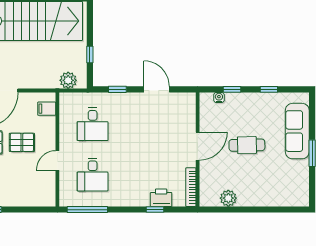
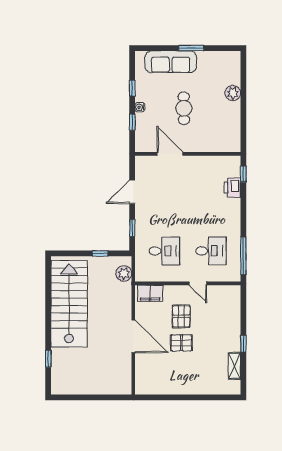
water cooler: (219, 98) -> (140, 107), moved
filing cabinet: (47, 109) -> (150, 293), width x2.00
door: (198, 146) -> (170, 154), moved
bookcase: (191, 187) -> (223, 160), removed
plant: (228, 198) -> (233, 93), moved
window: (155, 210) -> (243, 174), moved

